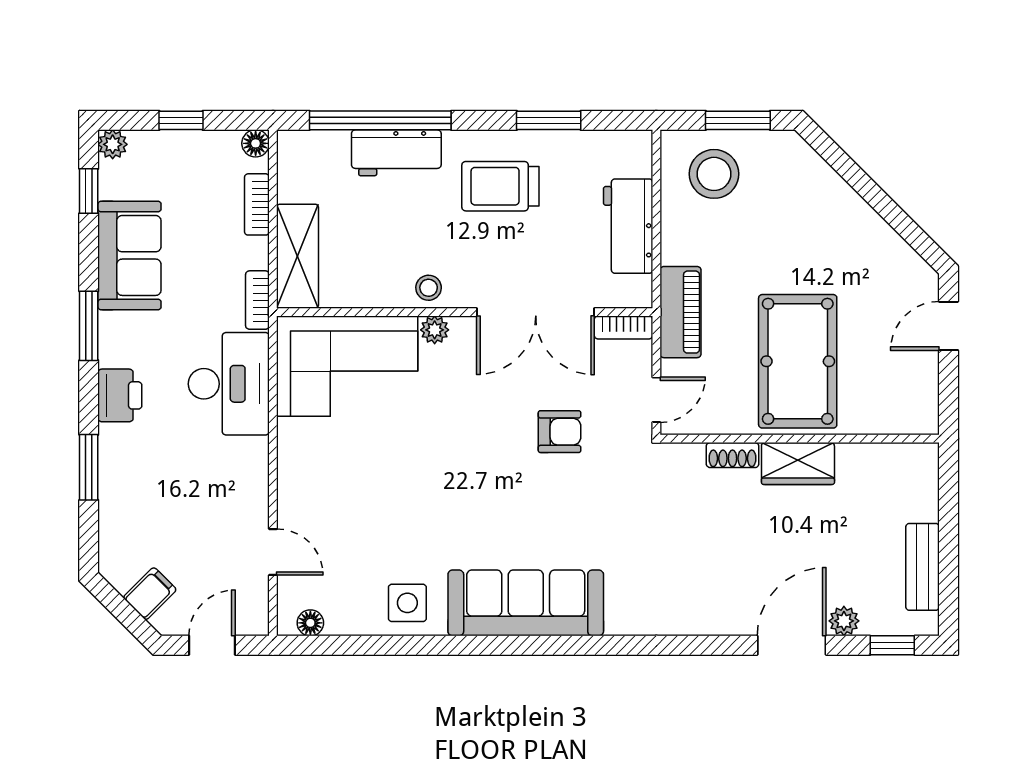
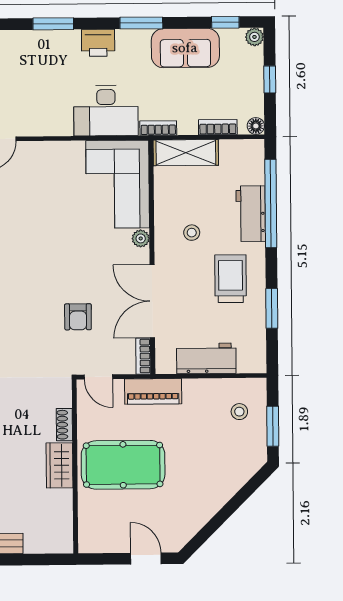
stool: (714, 174) -> (239, 412), width x0.53, depth x0.53
stool: (429, 288) -> (192, 233), moved

